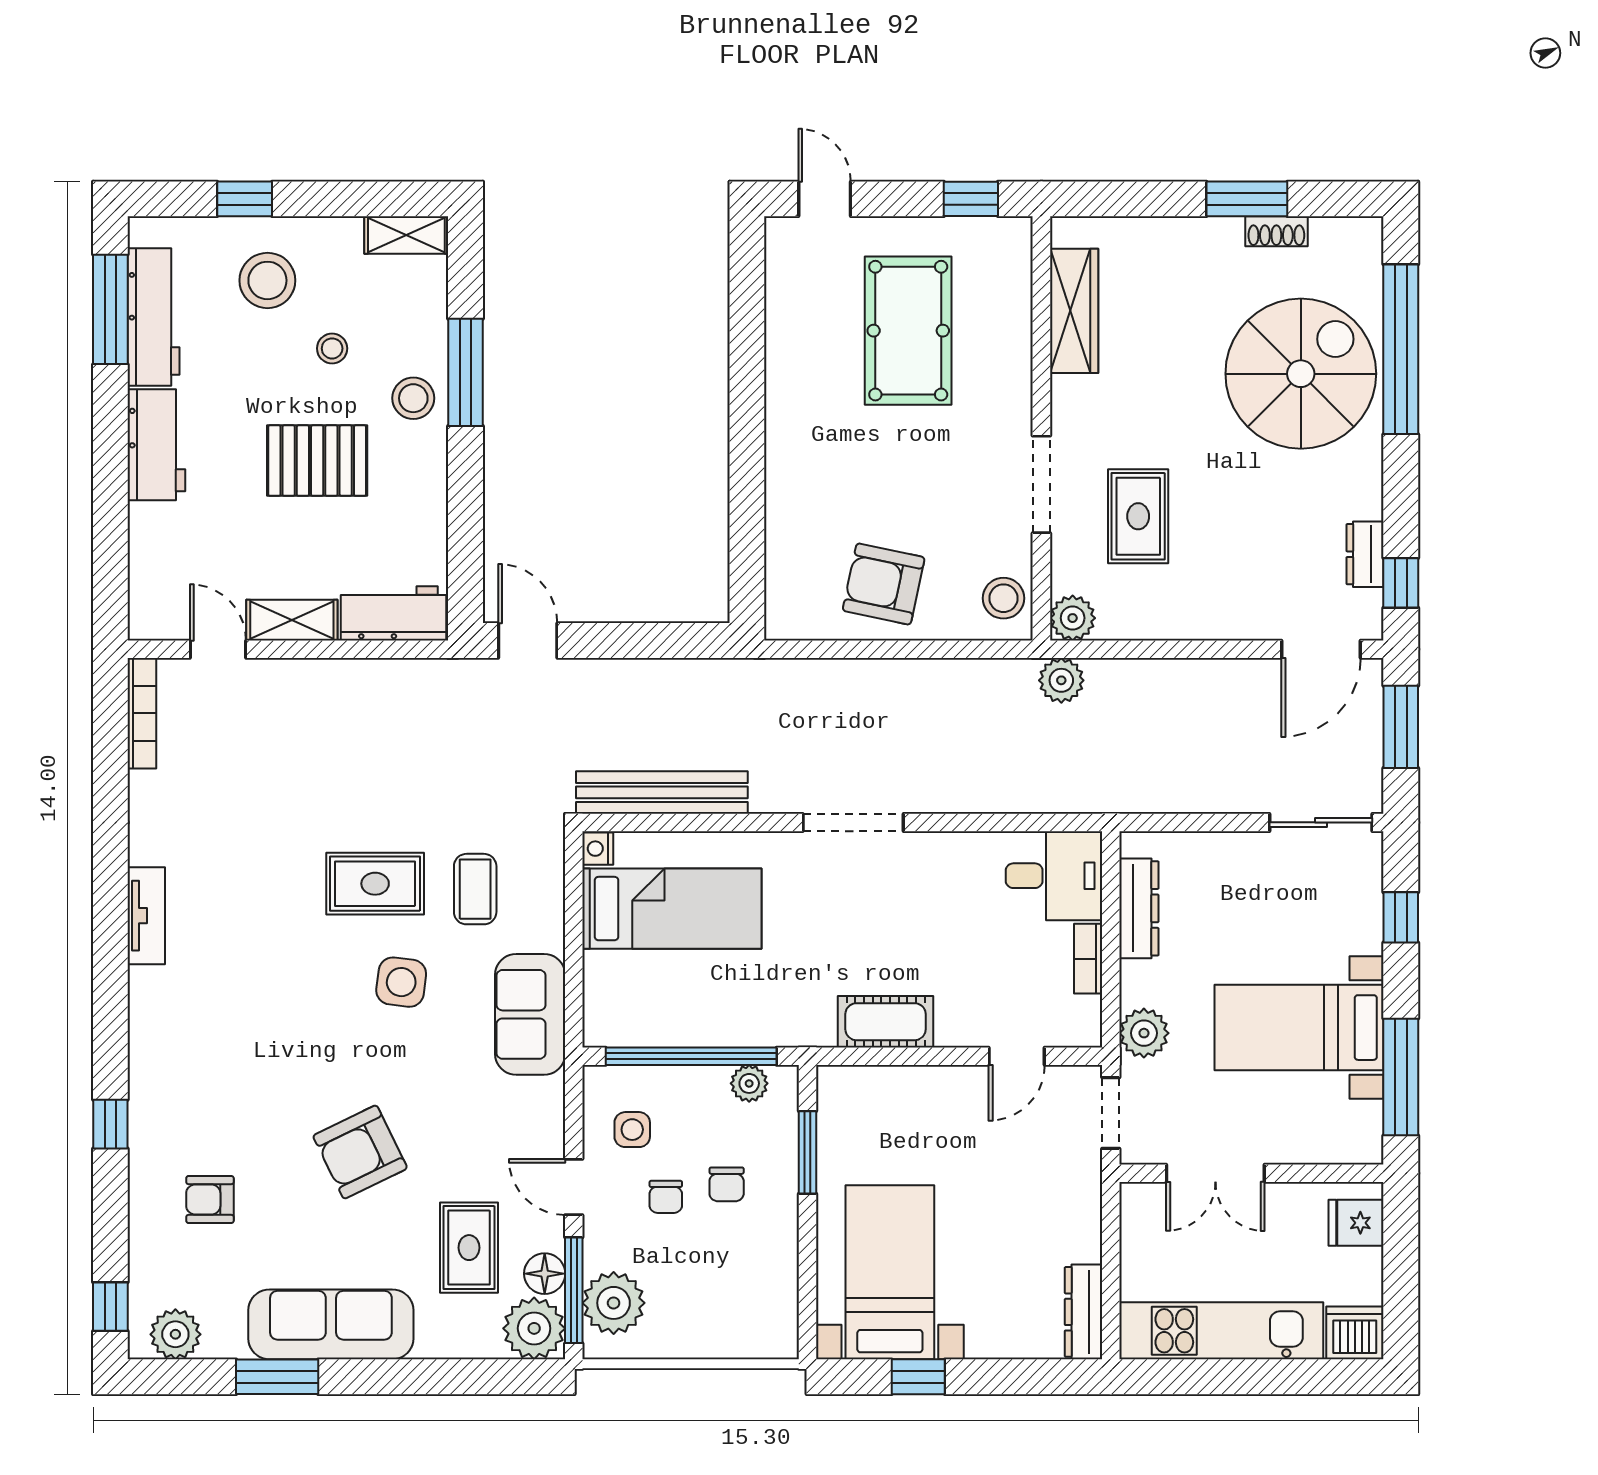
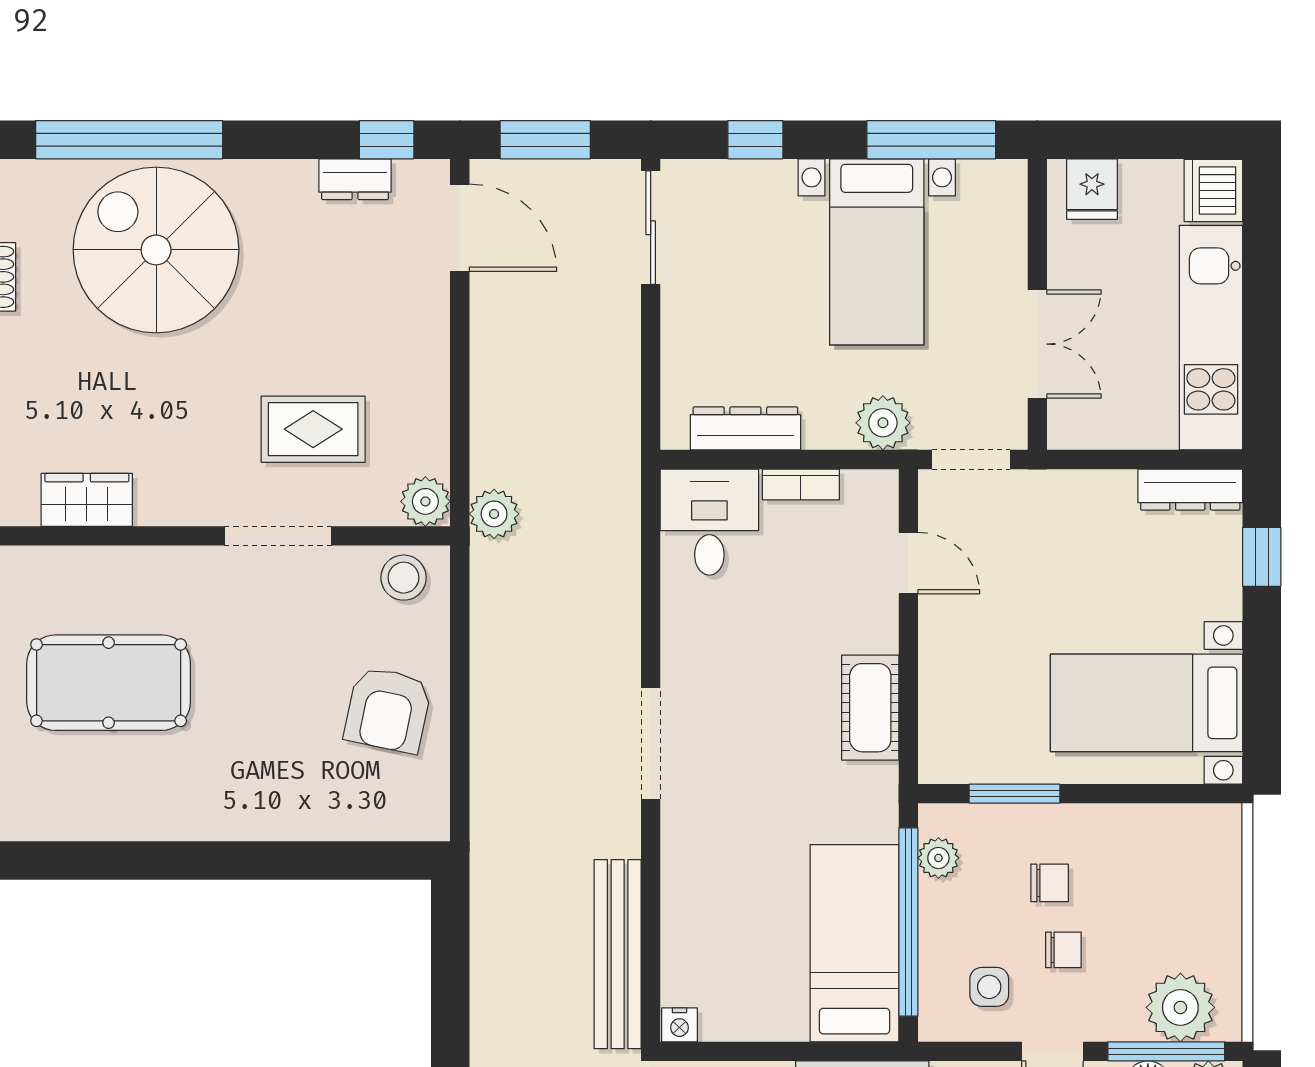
wardrobe: (1074, 311) -> (87, 500), width x0.67
bed: (672, 909) -> (855, 943), moved
window: (918, 1377) -> (1262, 557), moved

